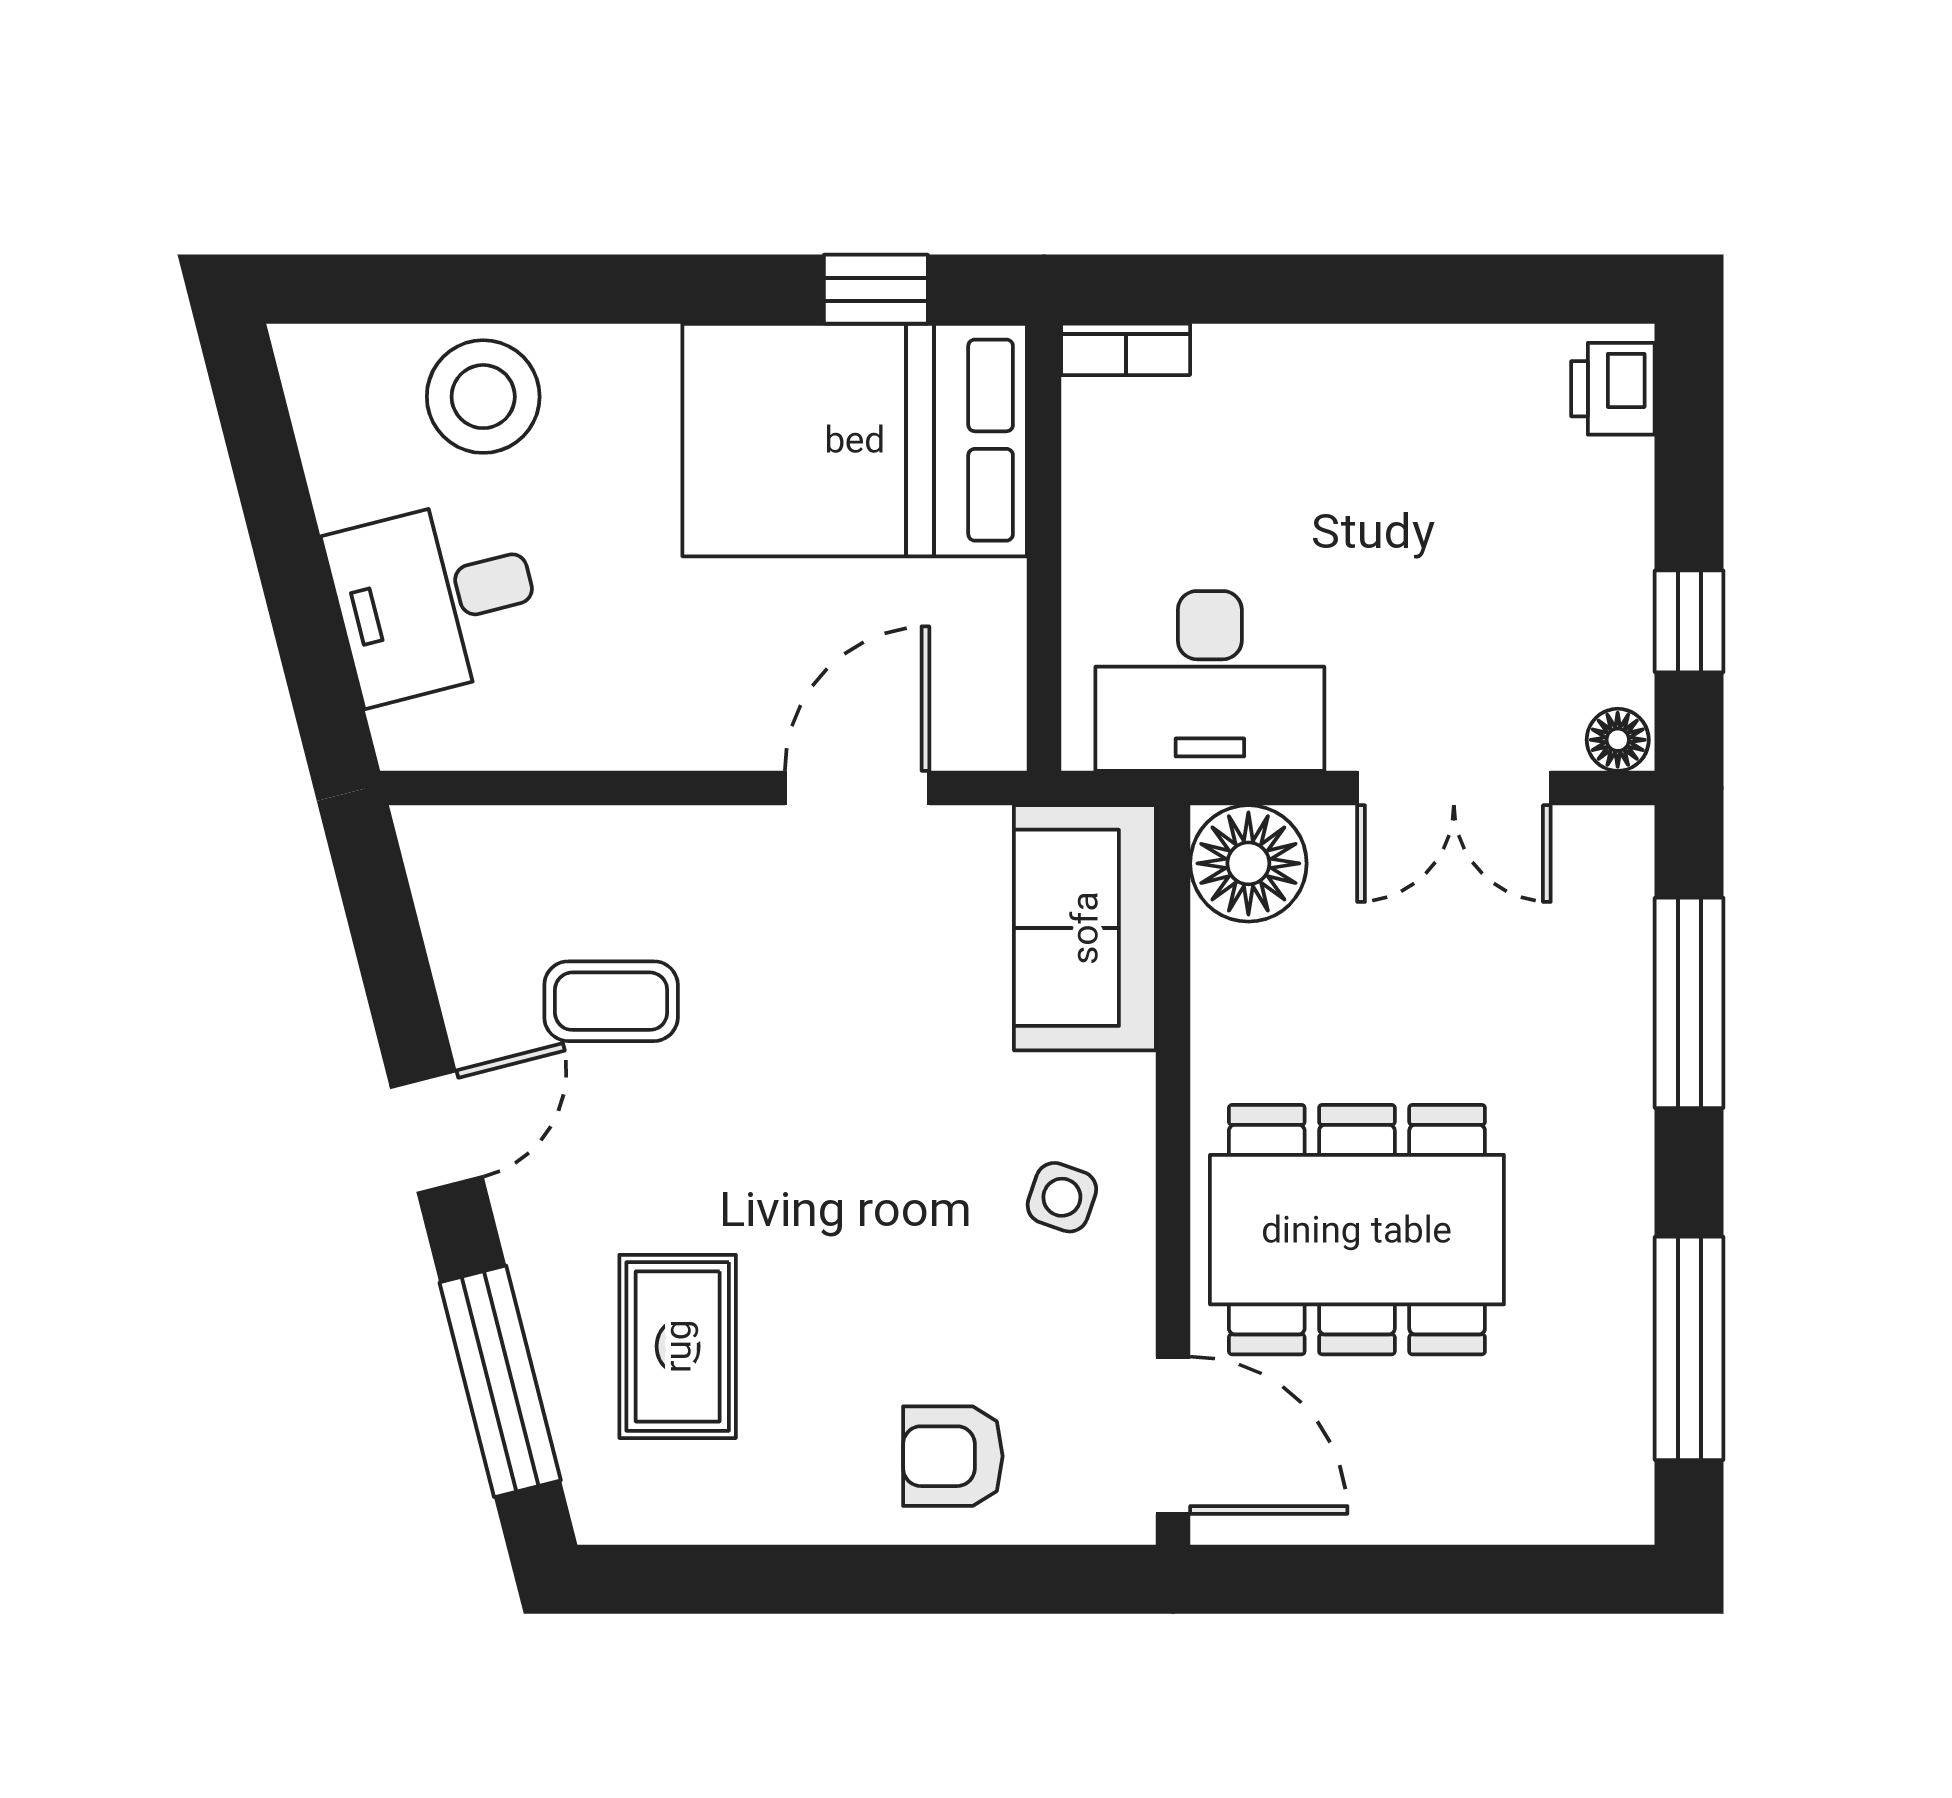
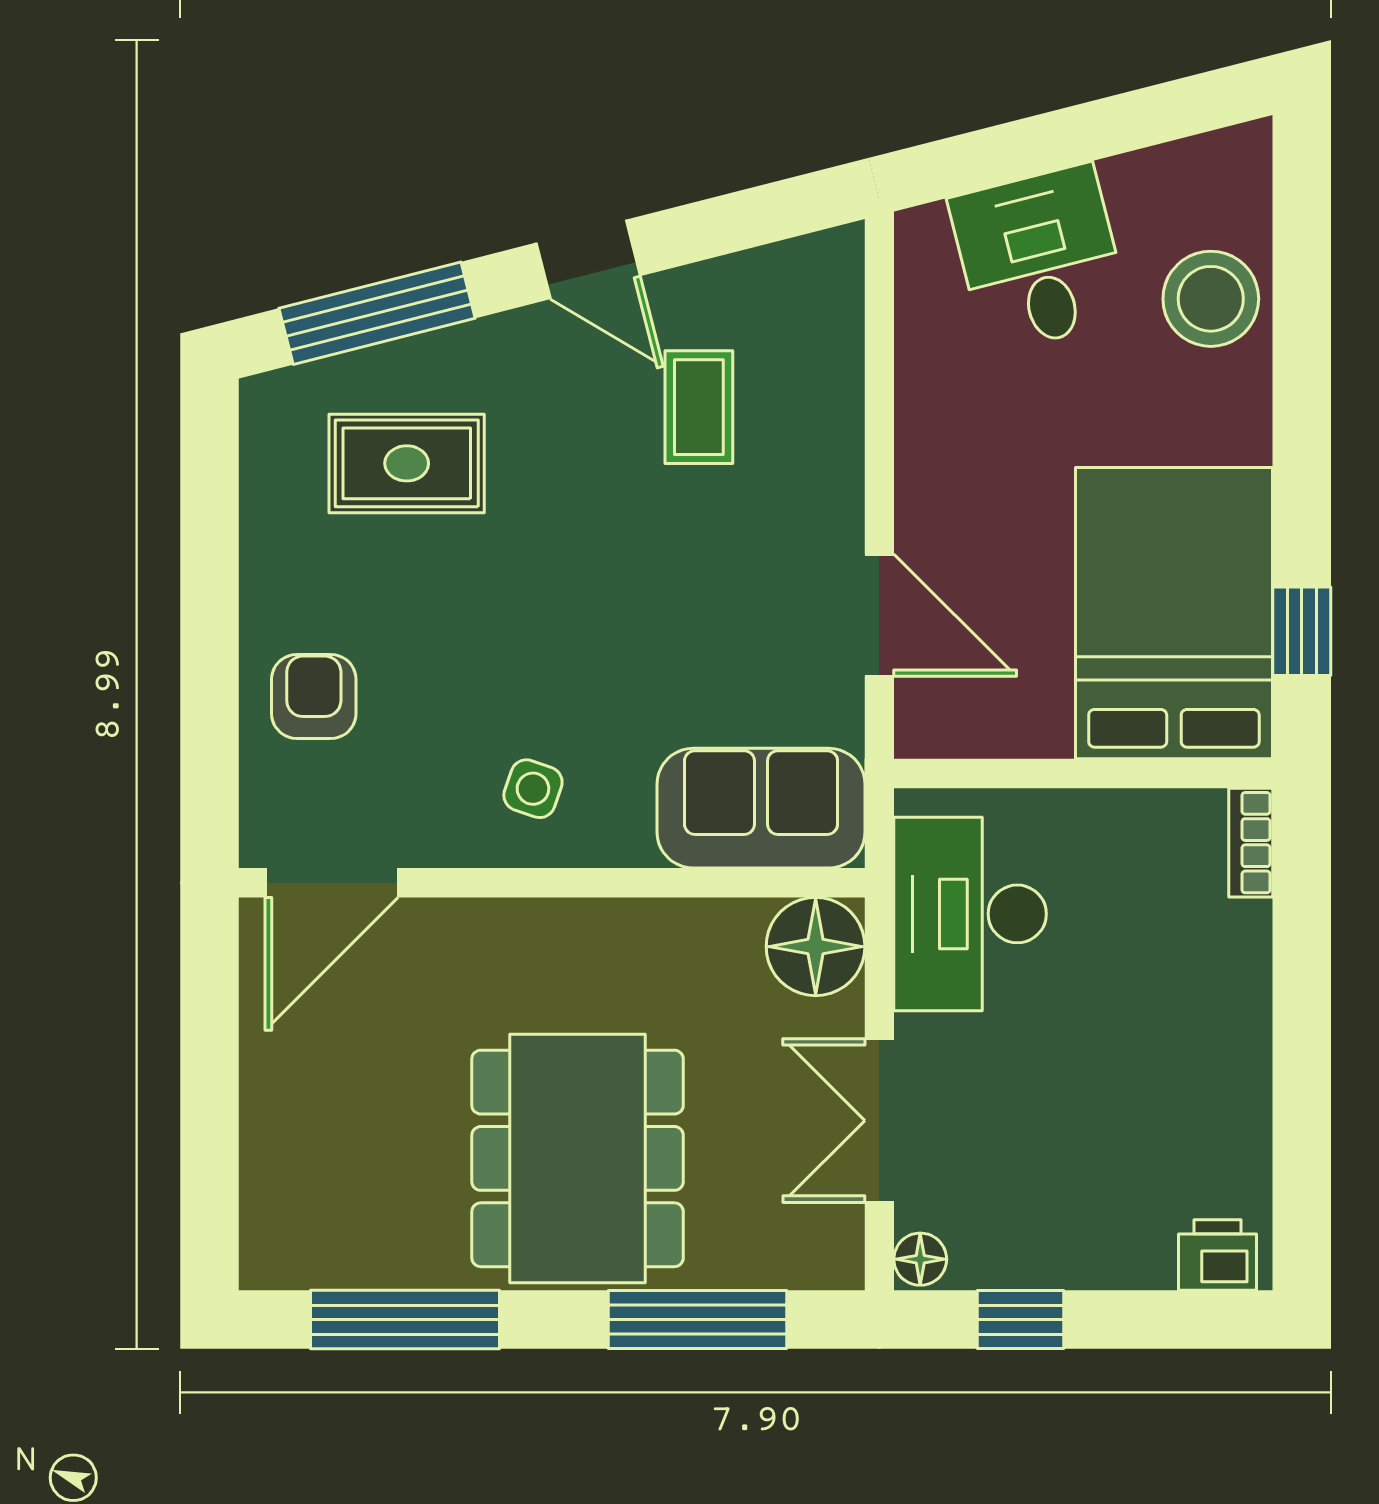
dining table: (1357, 1230) -> (578, 1158), moved

